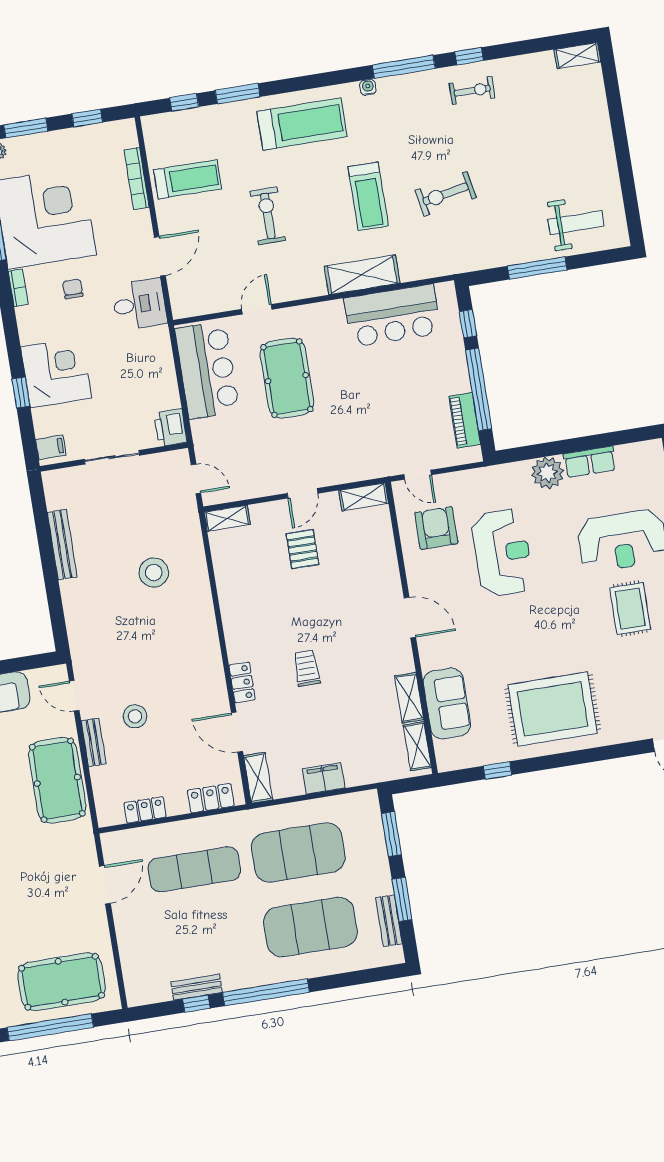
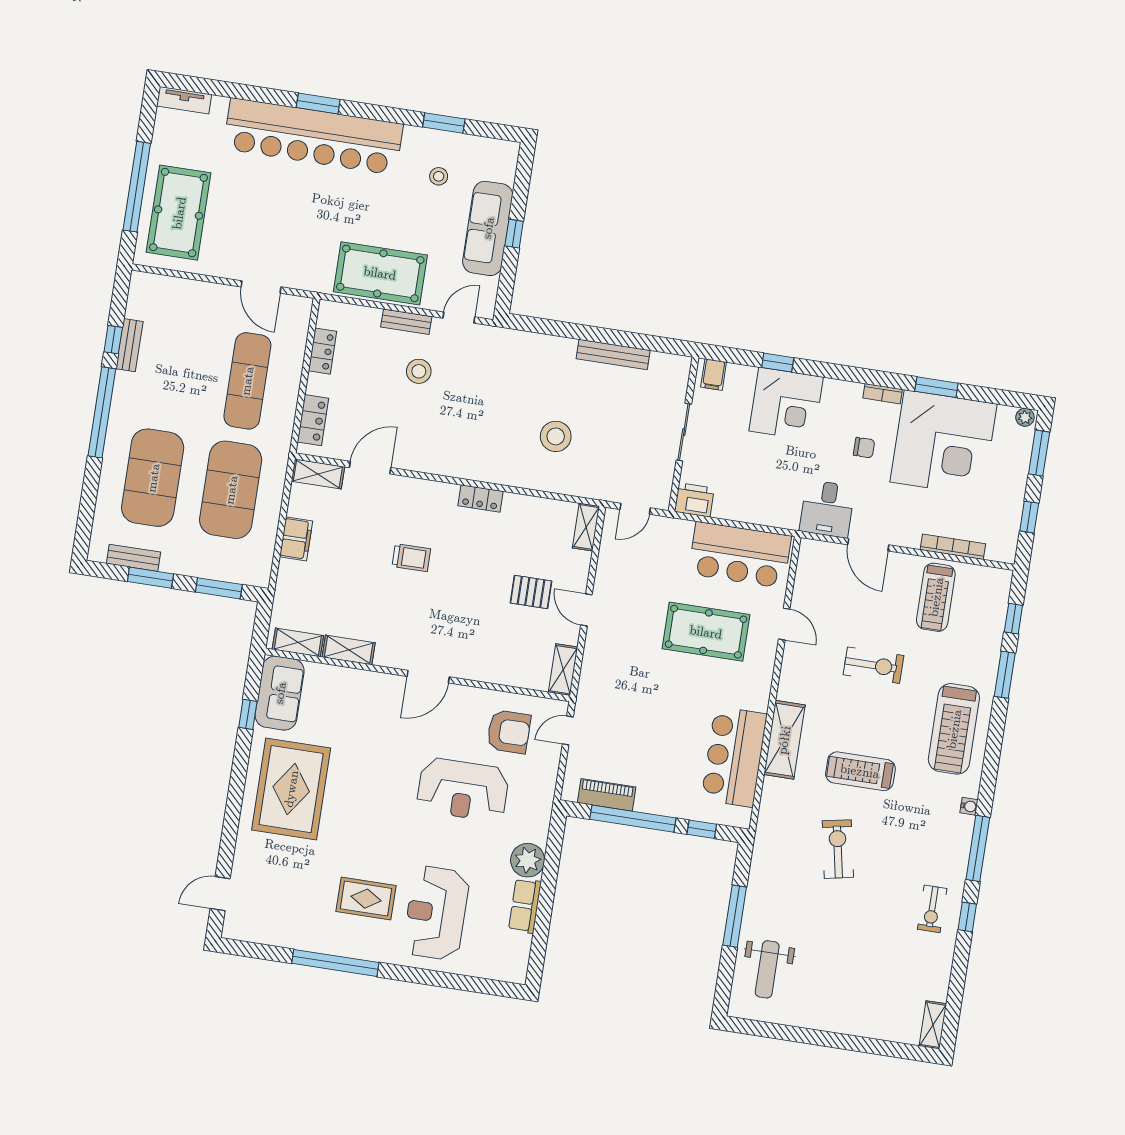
locker: (242, 682) -> (480, 498), moved
sofa: (447, 703) -> (280, 693), moved, turned -90

